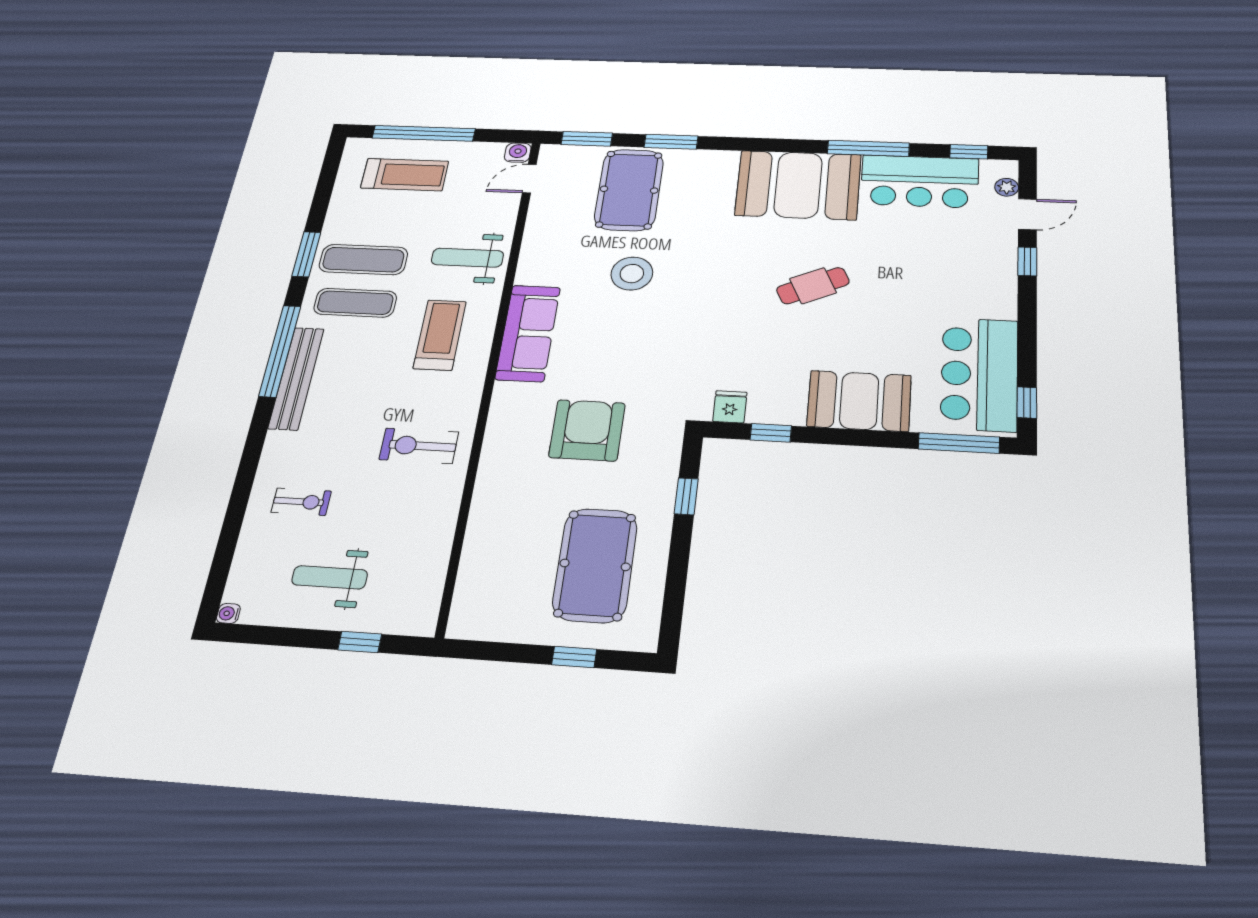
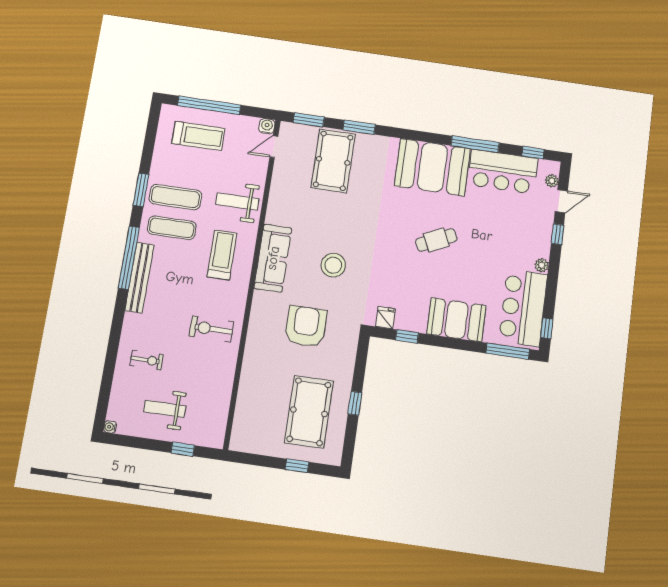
stool: (632, 274) -> (333, 265), moved
plant: (1005, 308) -> (542, 265), added
window: (686, 496) -> (355, 403), moved

